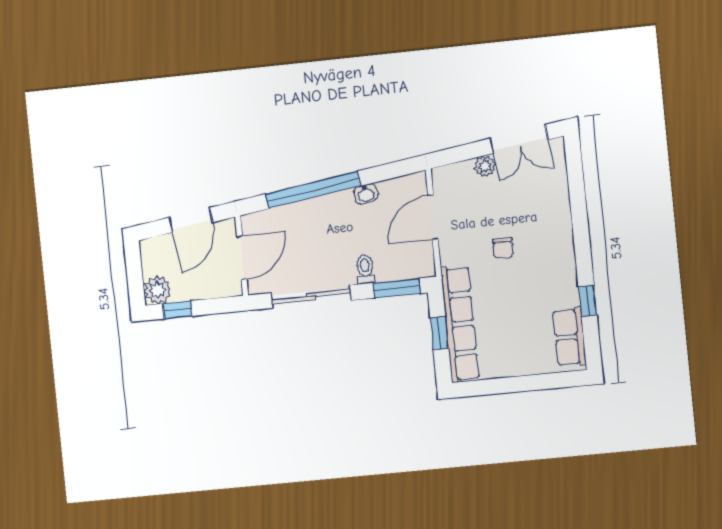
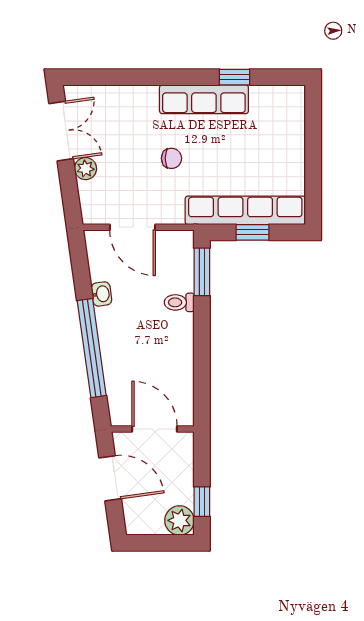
sliding door: (311, 297) -> (202, 361), removed
row of seats: (570, 337) -> (204, 99), moved, width x1.48

